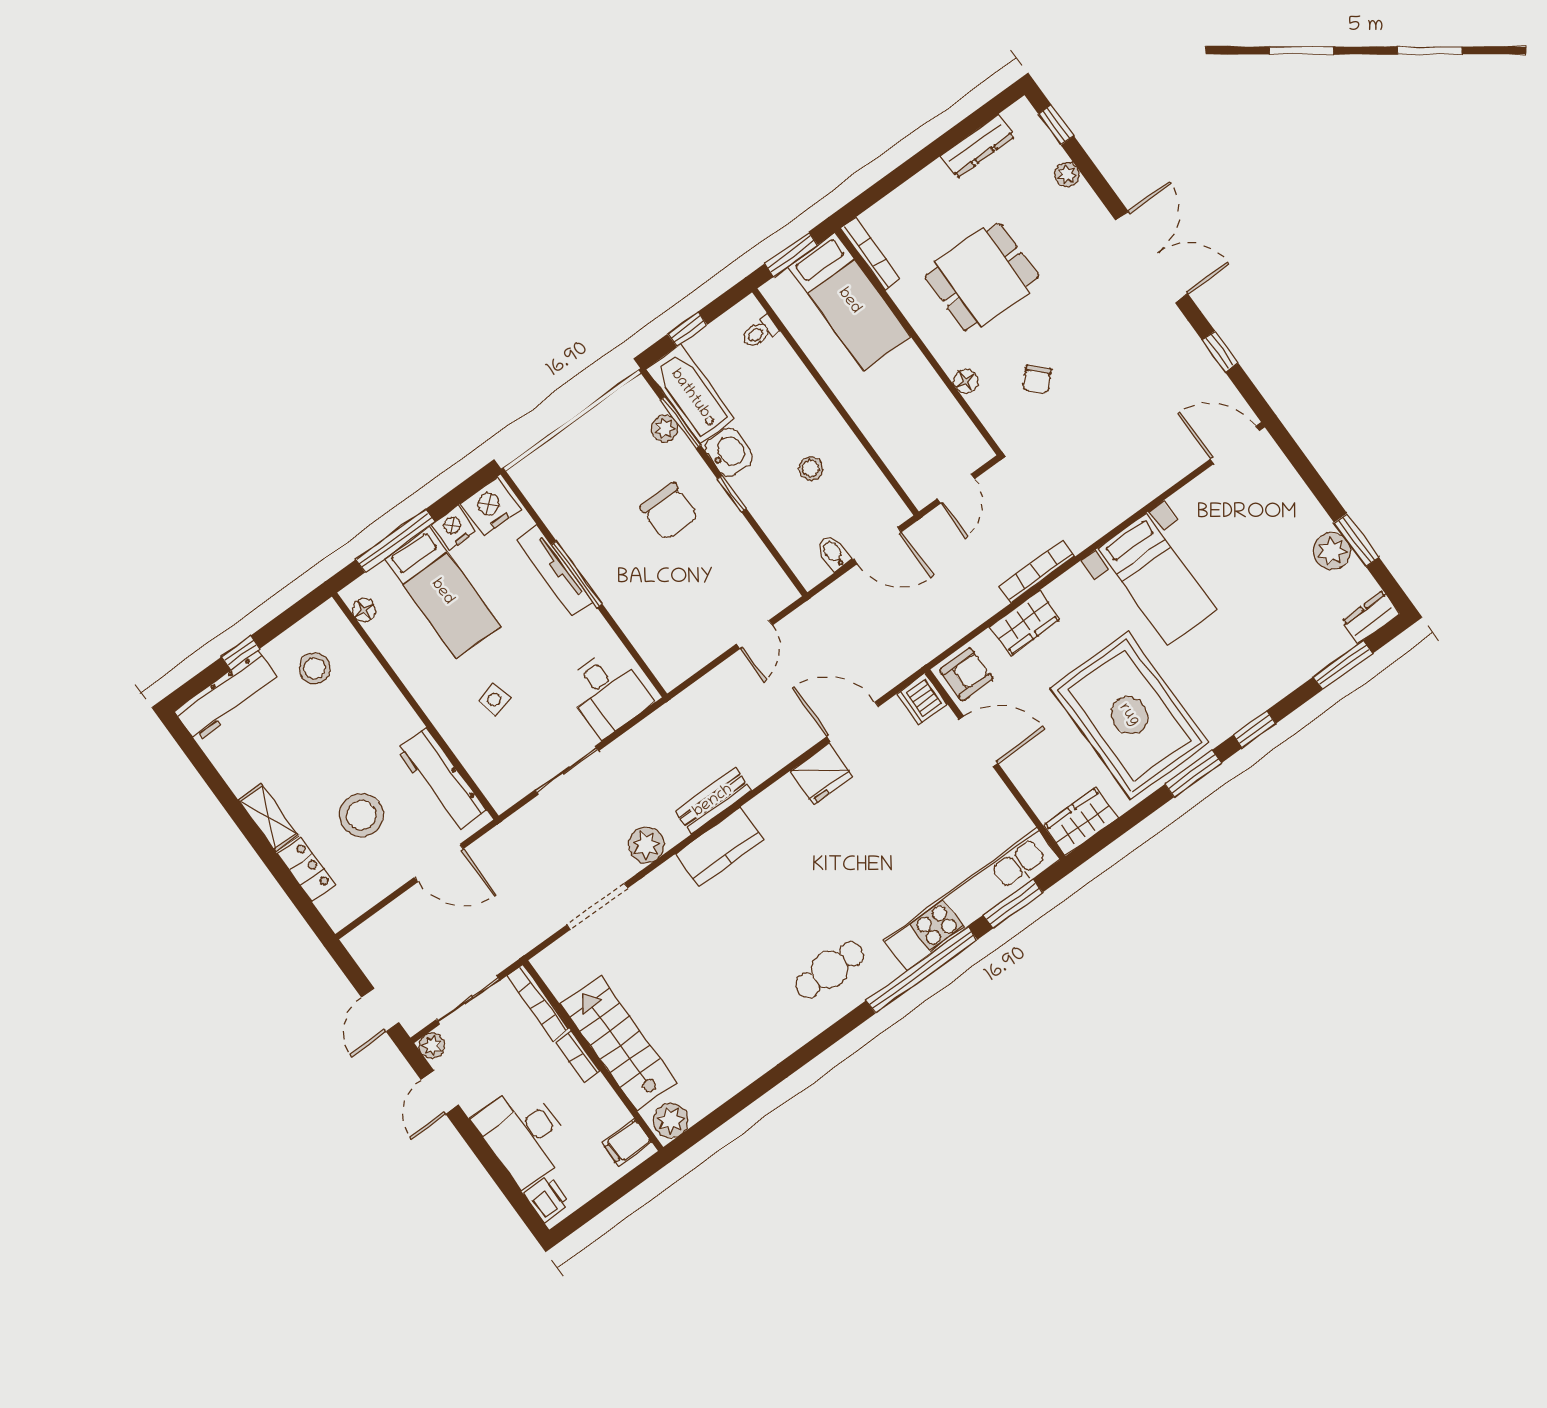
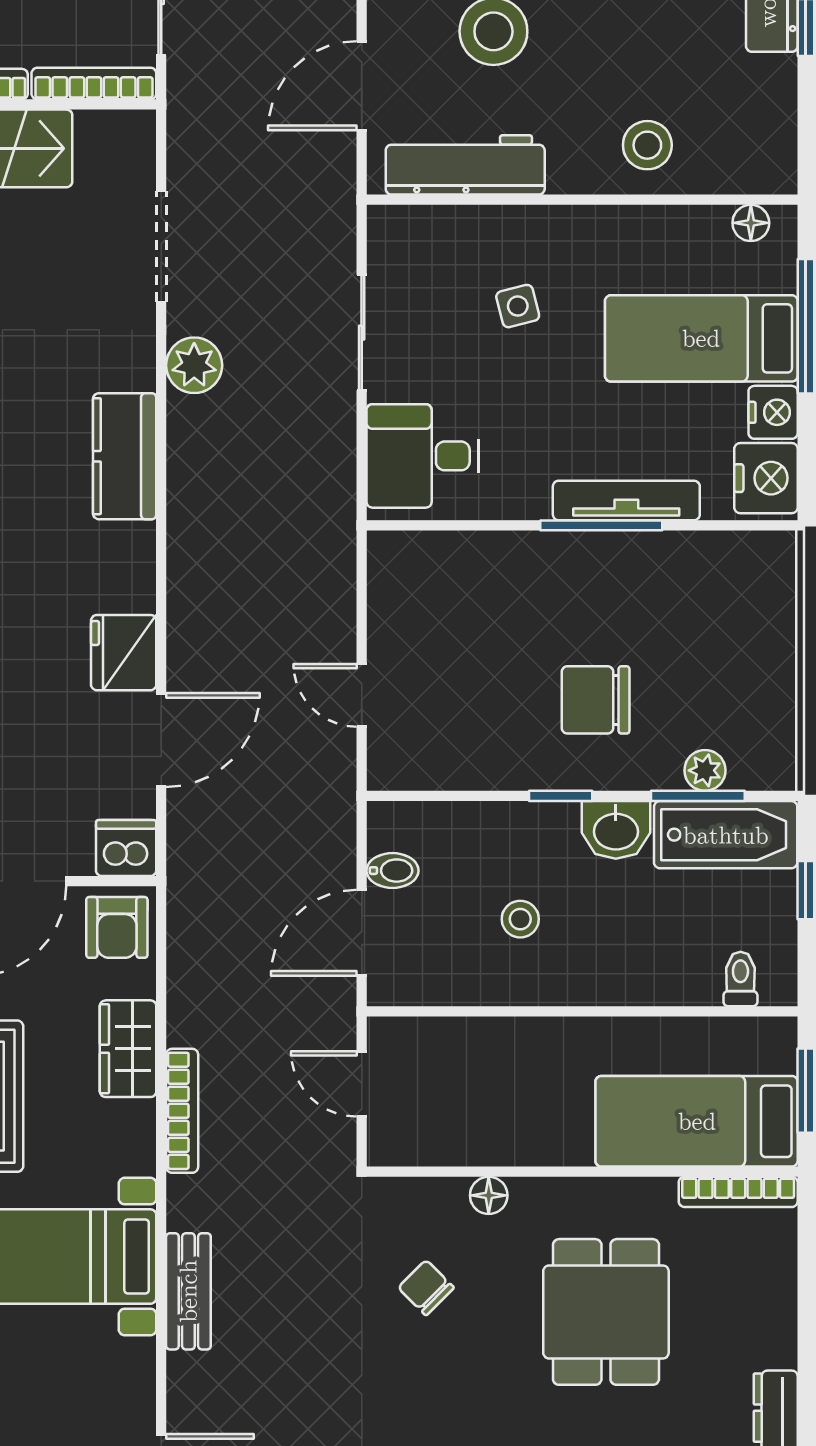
stool: (315, 668) -> (647, 145), moved
bench: (713, 801) -> (188, 1291), moved

